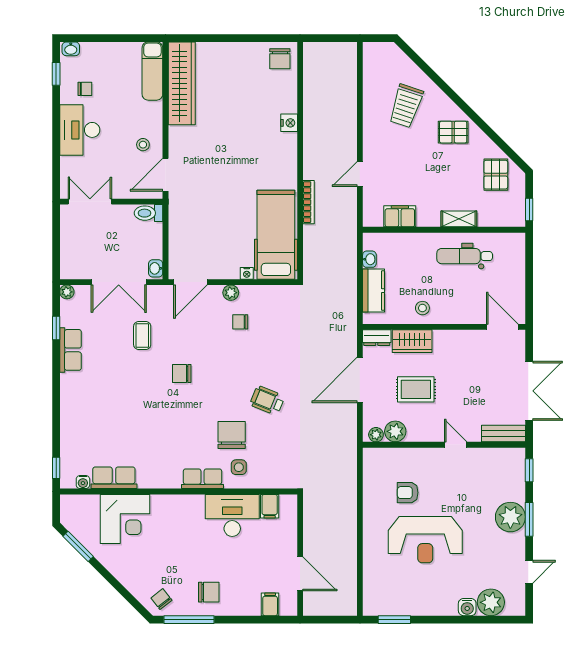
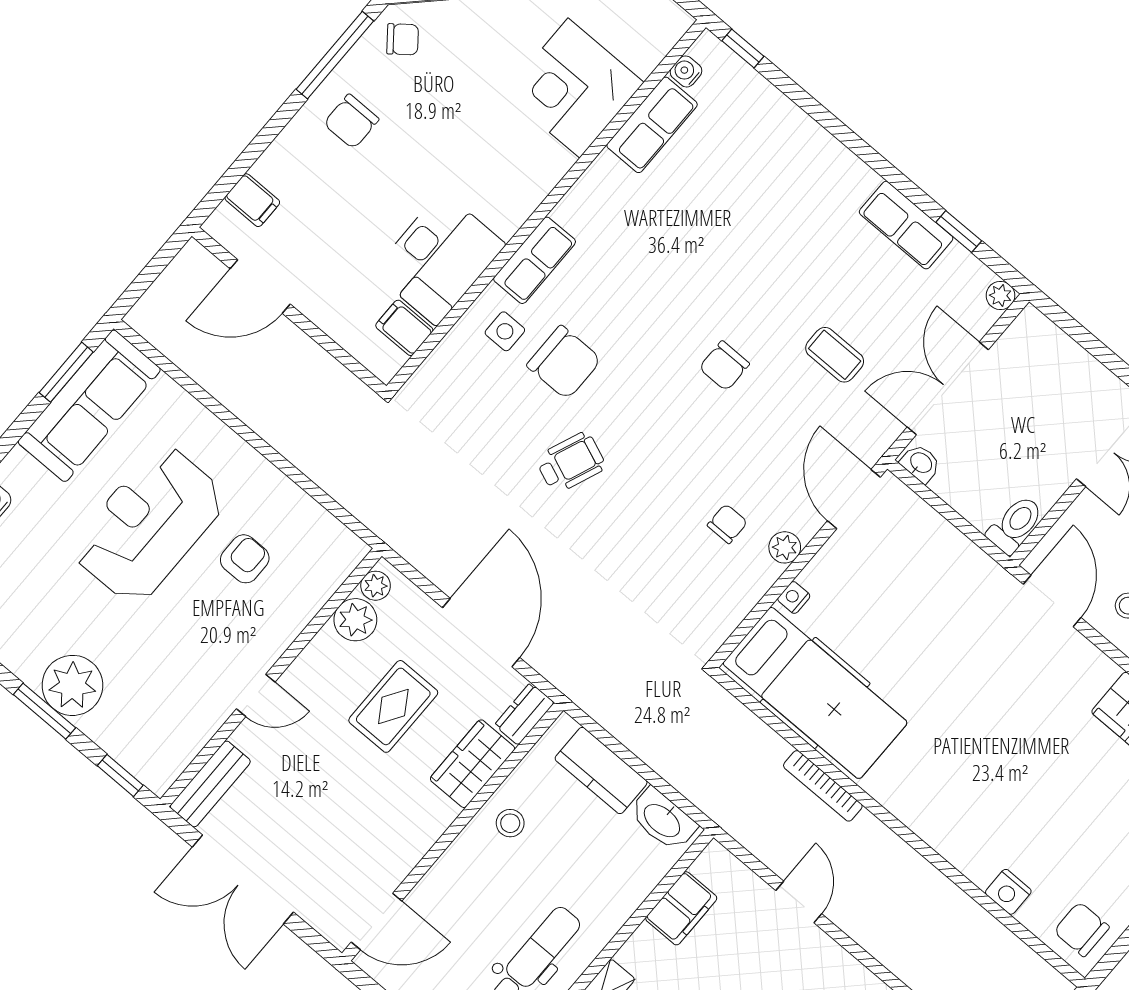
nightstand: (289, 123) -> (1008, 892), moved
washbasin: (369, 259) -> (663, 820), width x1.91, depth x1.45
chair: (182, 374) -> (724, 366), turned 180
sofa: (400, 600) -> (89, 406), added

